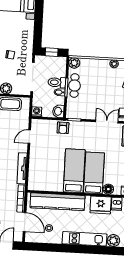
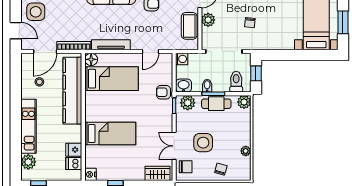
toilet: (57, 82) -> (236, 82), moved
side table: (105, 98) -> (203, 143), added
plant: (72, 109) -> (188, 103), added
double door: (107, 122) -> (174, 146), swing flipped
door: (29, 137) -> (150, 51), swing flipped
bed: (74, 171) -> (111, 79), moved
floor lamp: (108, 189) -> (91, 59), moved
fridge: (101, 205) -> (74, 150), width x0.53, depth x0.75

